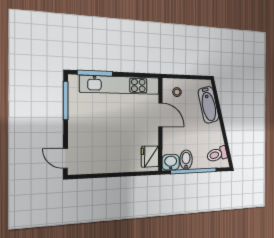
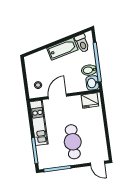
kitchen unit: (120, 85) -> (39, 123), width x0.73
bathtub: (209, 105) -> (62, 49), moved
cafe table: (100, 127) -> (73, 142), added
door: (65, 158) -> (97, 163), hinge flipped

